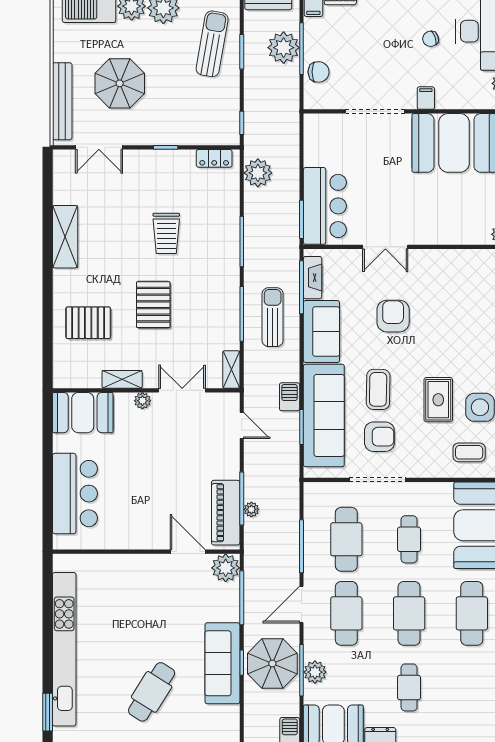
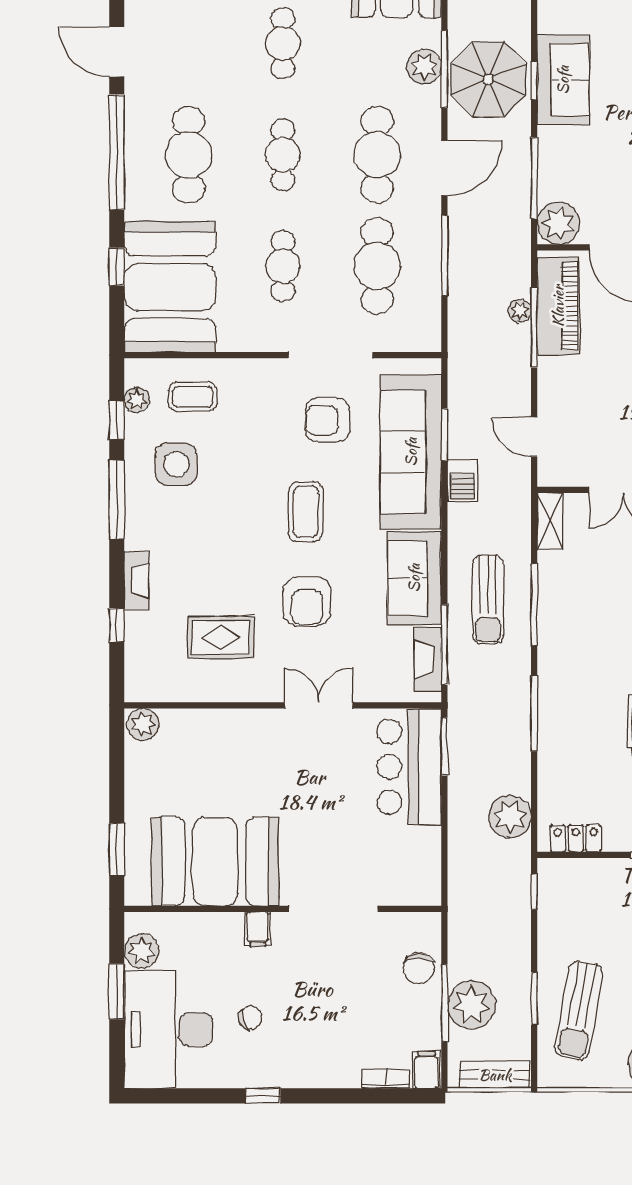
chair: (319, 72) -> (419, 968), turned -90
coffee table: (378, 389) -> (306, 512), moved
rug: (438, 400) -> (221, 637), moved, turned 90
cafe table: (409, 613) -> (283, 155), width x0.73, depth x0.74
sofa: (222, 663) -> (563, 80), width x0.73

